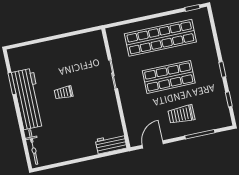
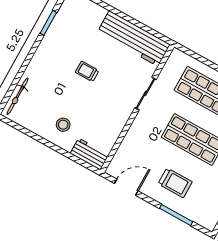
workbench: (28, 99) -> (134, 38), moved, turned 90
trolley: (181, 114) -> (175, 183), turned 180
stool: (78, 140) -> (63, 125), added

